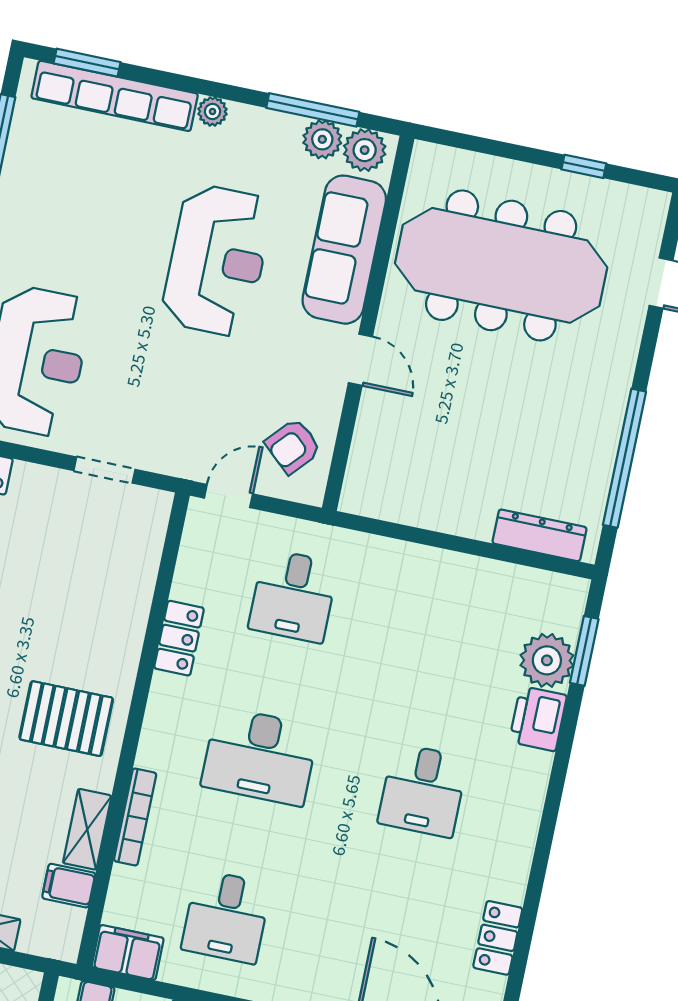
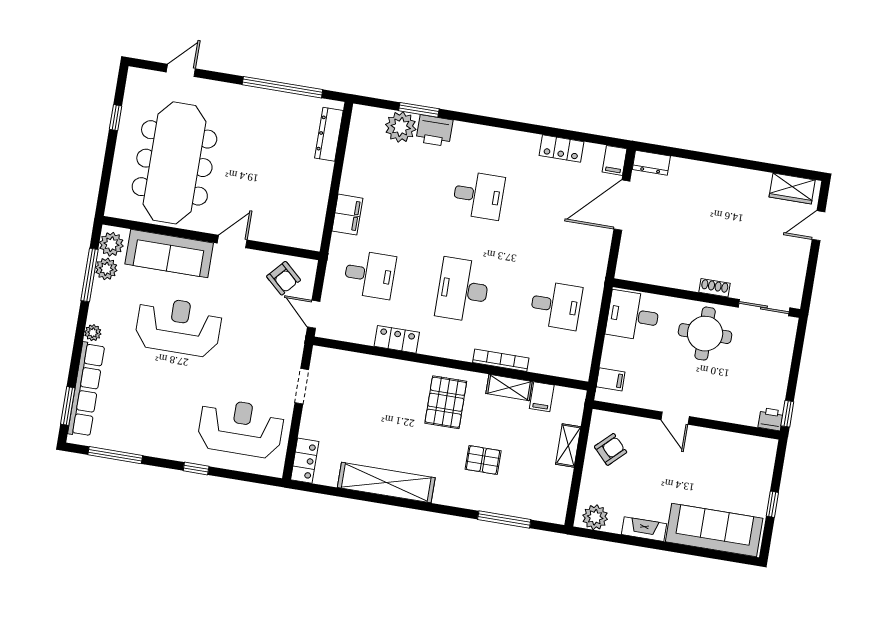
window: (584, 651) -> (419, 110), moved
desk: (260, 756) -> (463, 290), turned 180
filing cabinet: (128, 953) -> (347, 215), moved, turned 180

